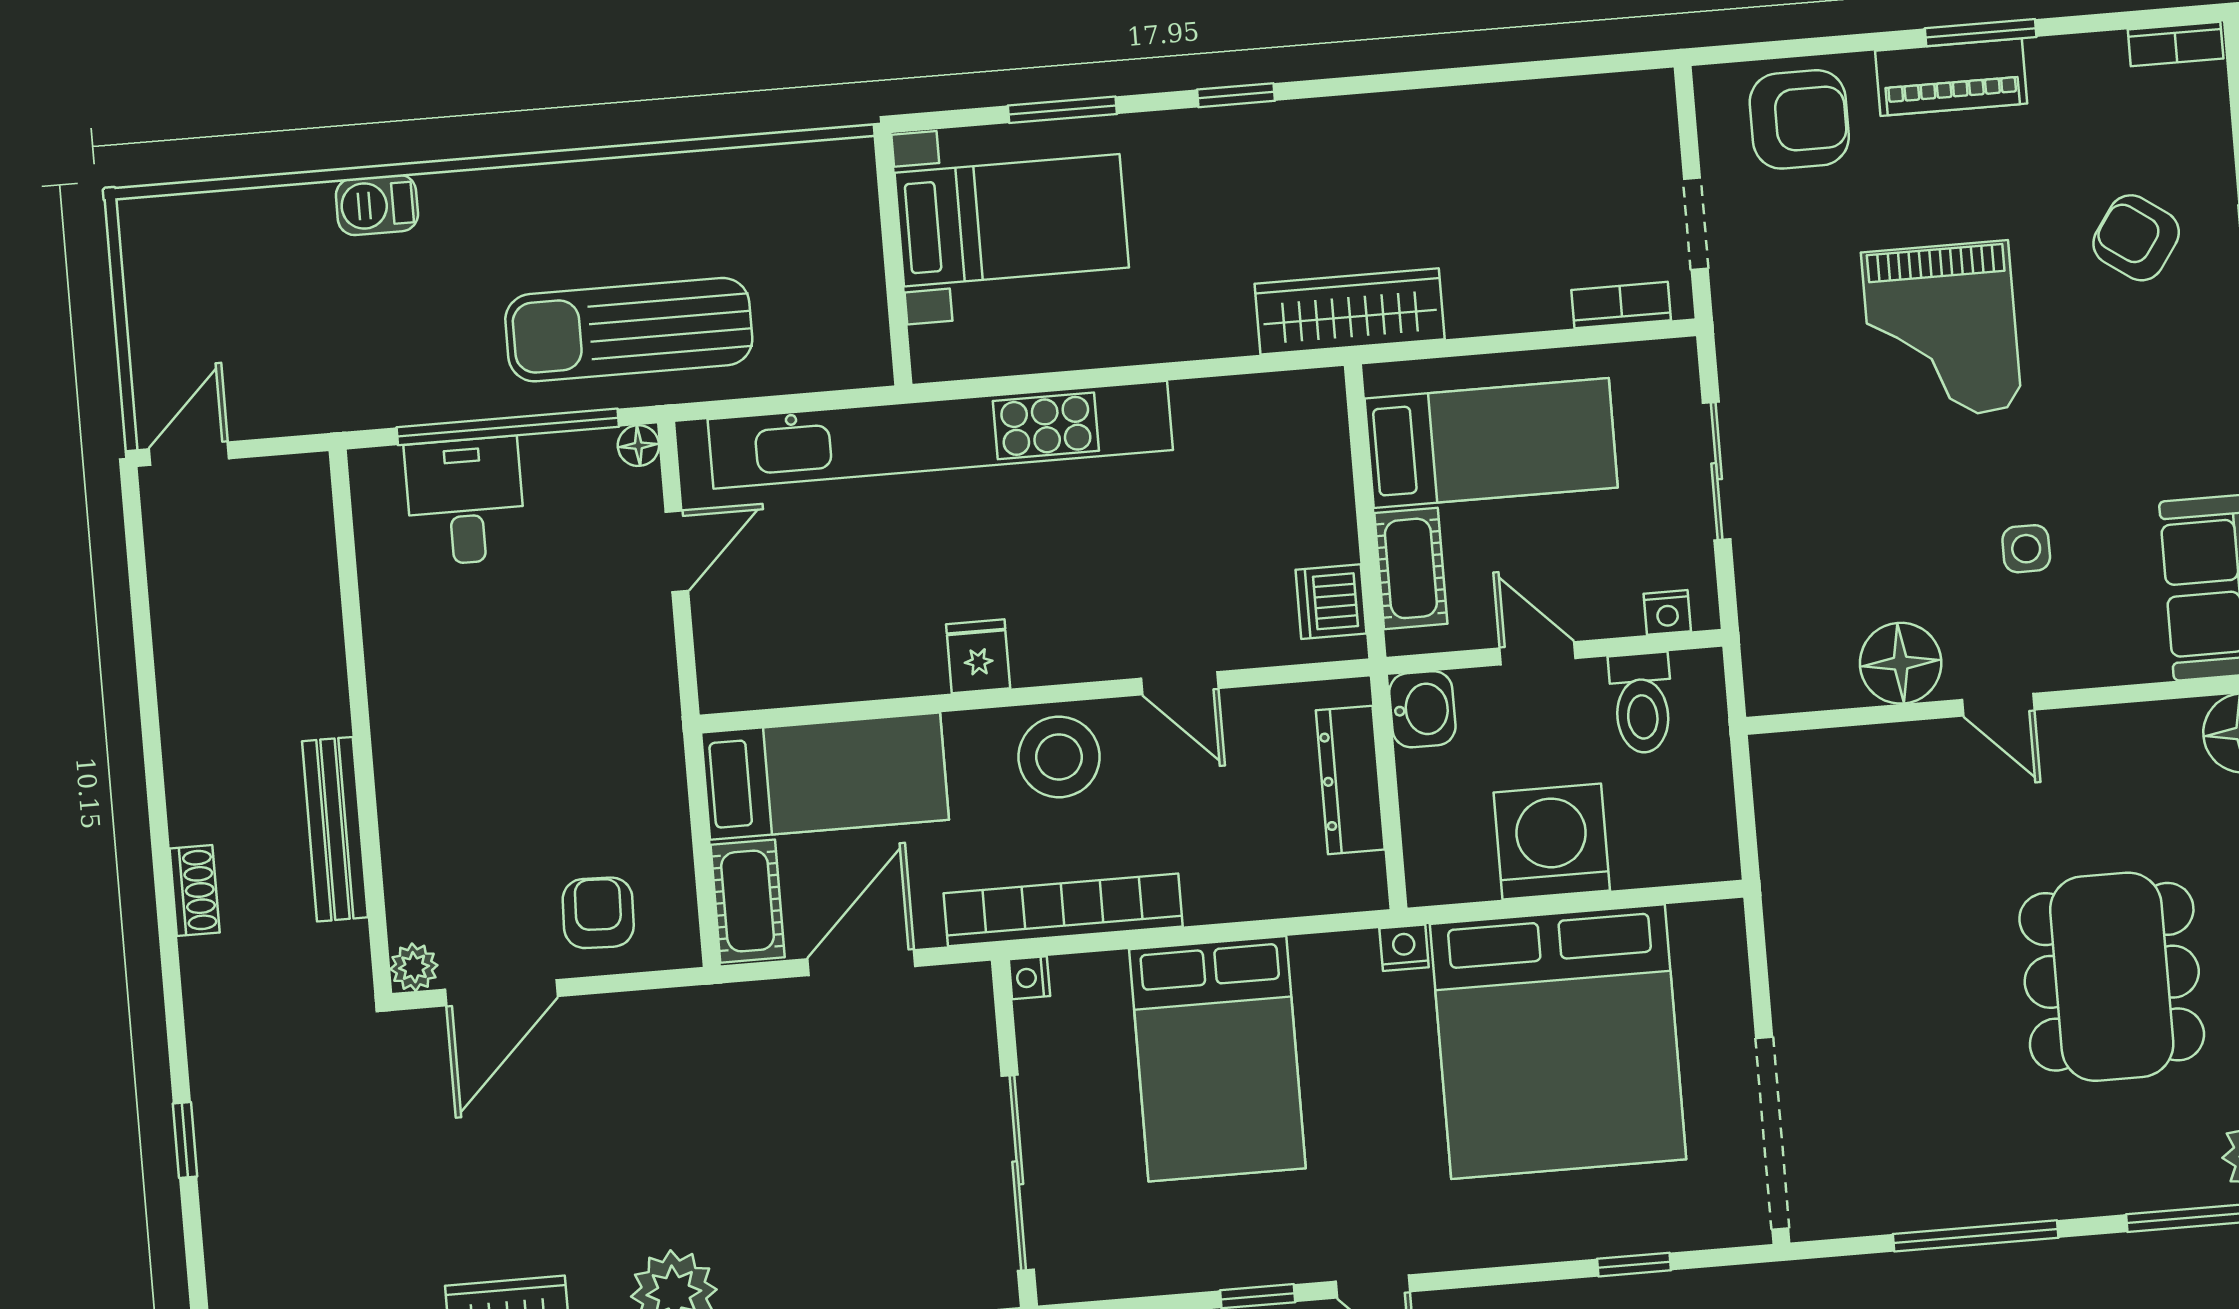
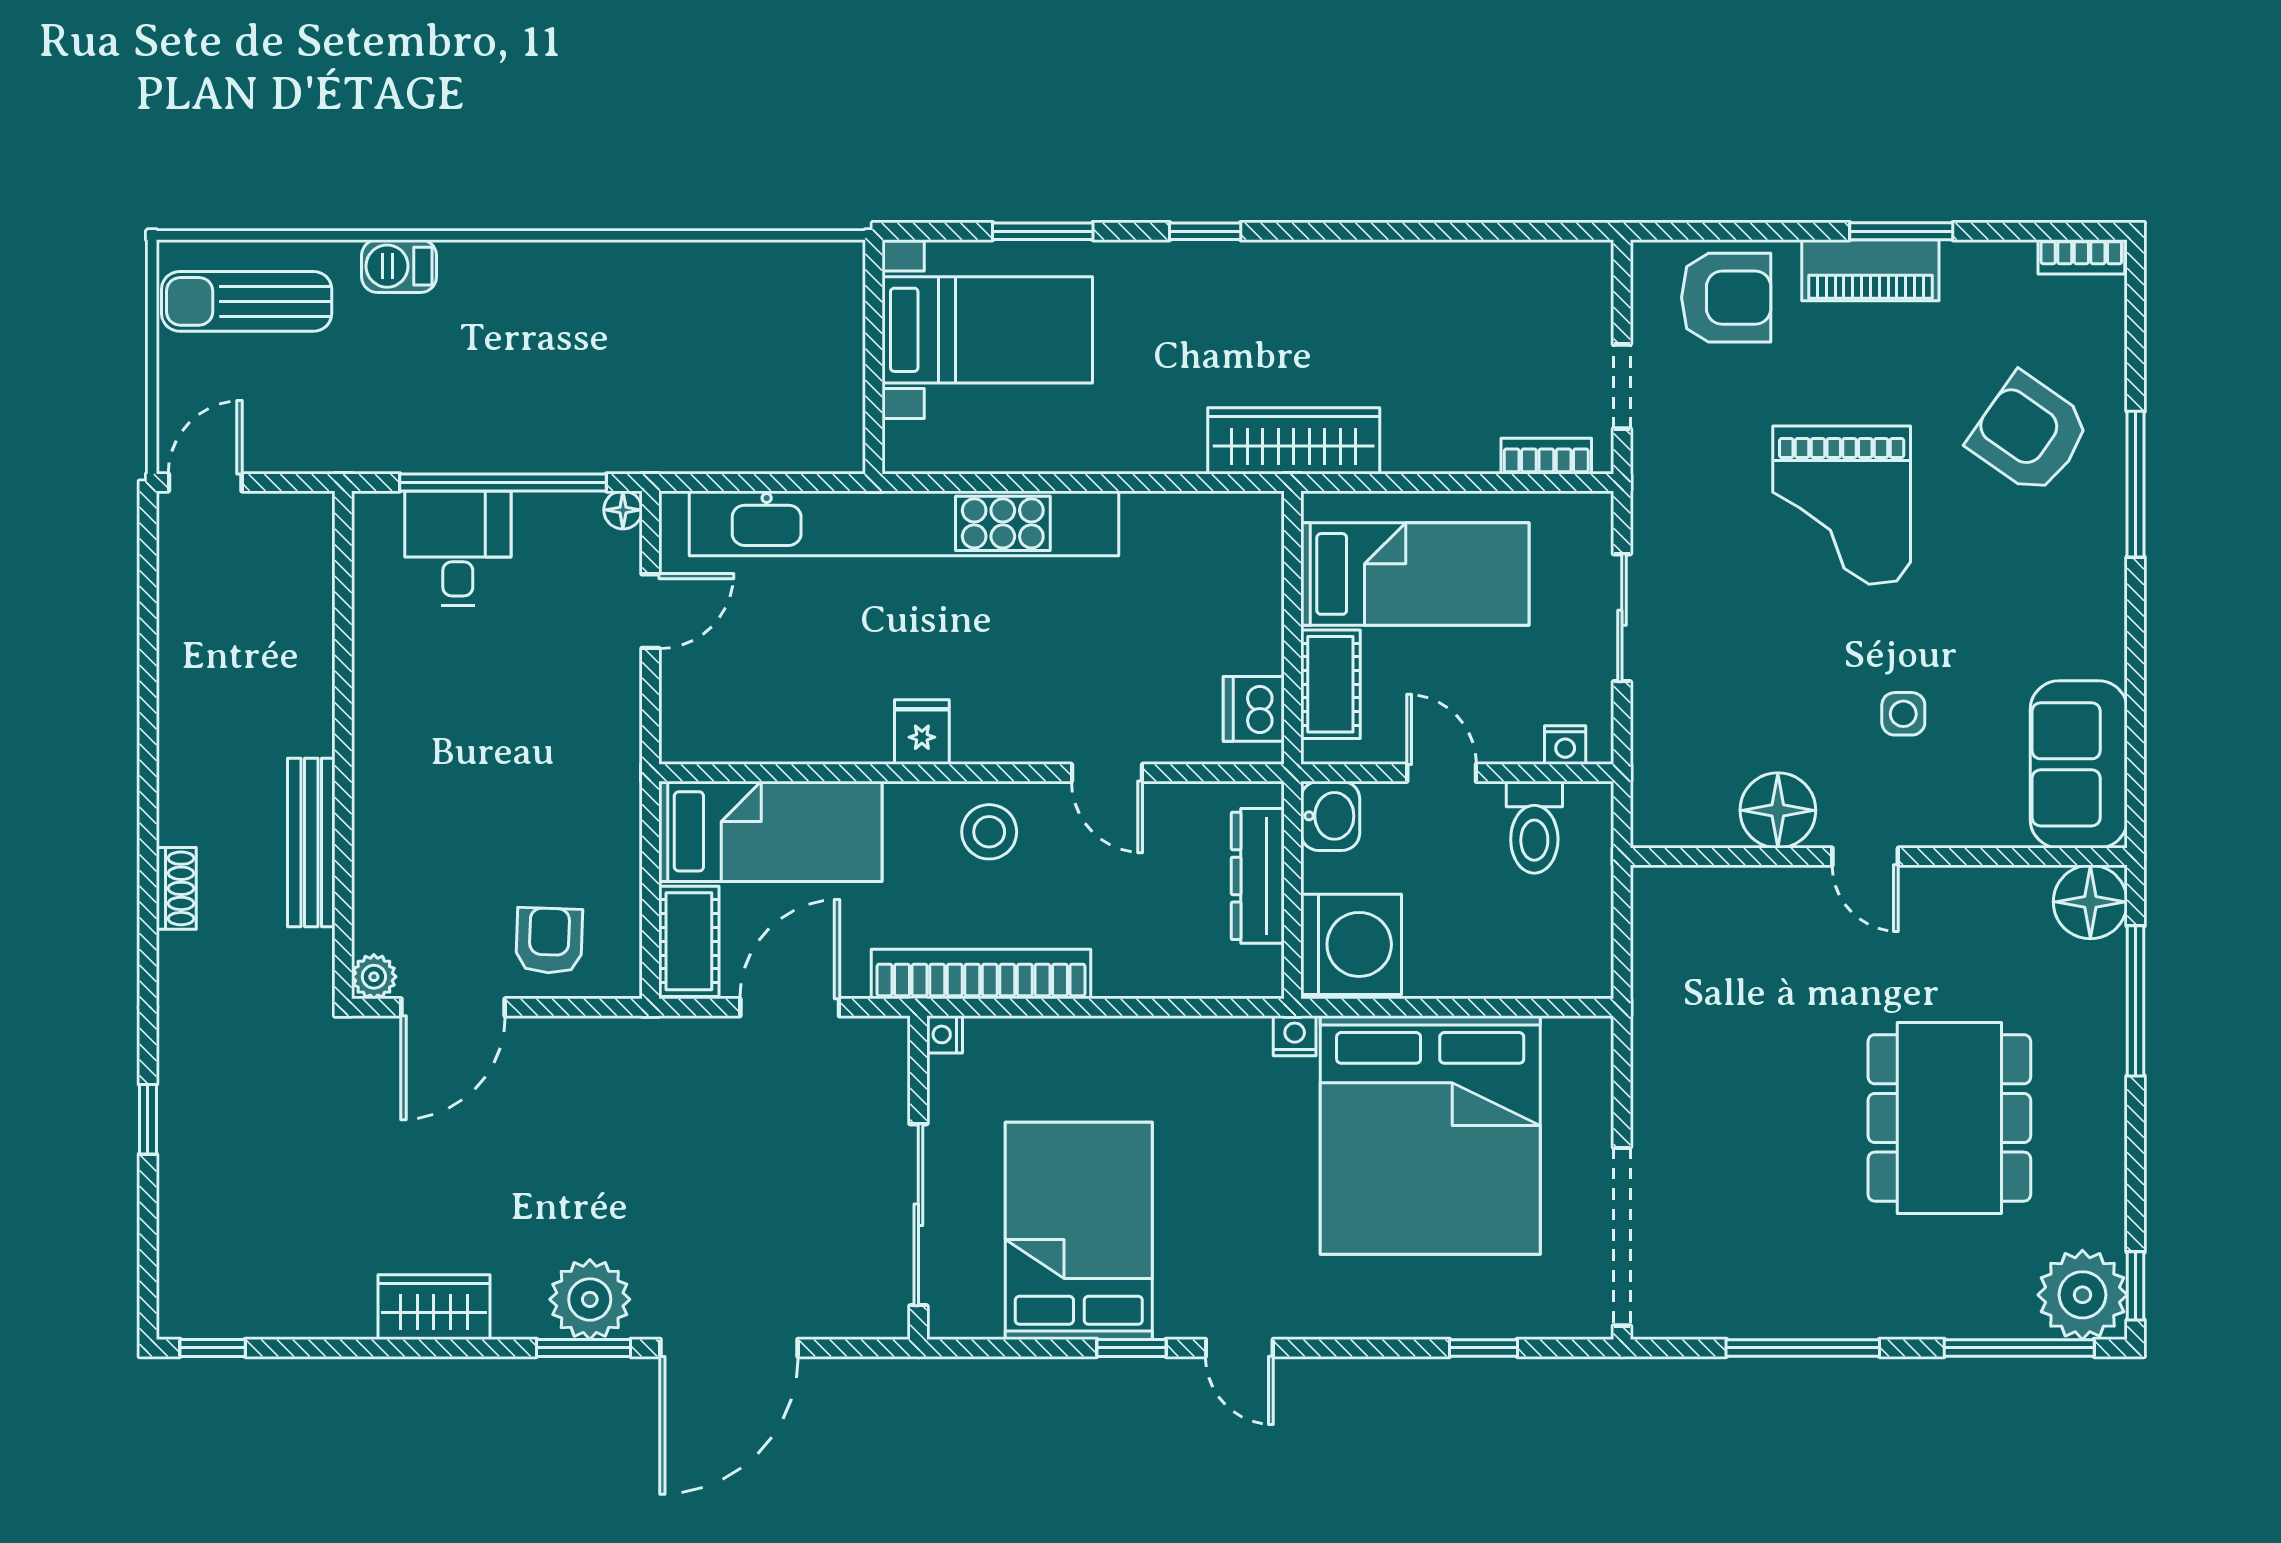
armchair: (2136, 238) -> (2030, 434), width x1.38, depth x1.38
sun lounger: (629, 330) -> (247, 301), moved, width x0.73, depth x0.75
stool: (1059, 757) -> (989, 832), width x0.73, depth x0.73
washing machine: (1552, 842) -> (1351, 944), moved, turned 90
bed: (1217, 1059) -> (1079, 1231), moved, turned 180

